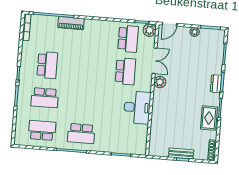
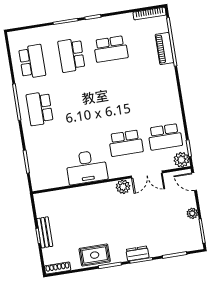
piano: (71, 23) -> (164, 48), moved

